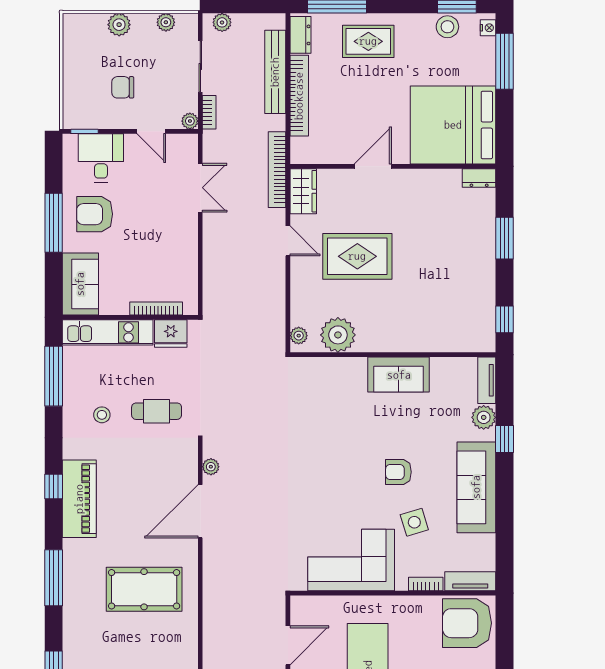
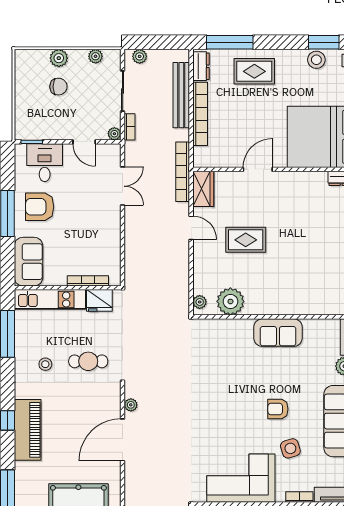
chair: (123, 87) -> (58, 87), moved, turned 180
rug: (357, 256) -> (246, 240), width x0.73, depth x0.70

